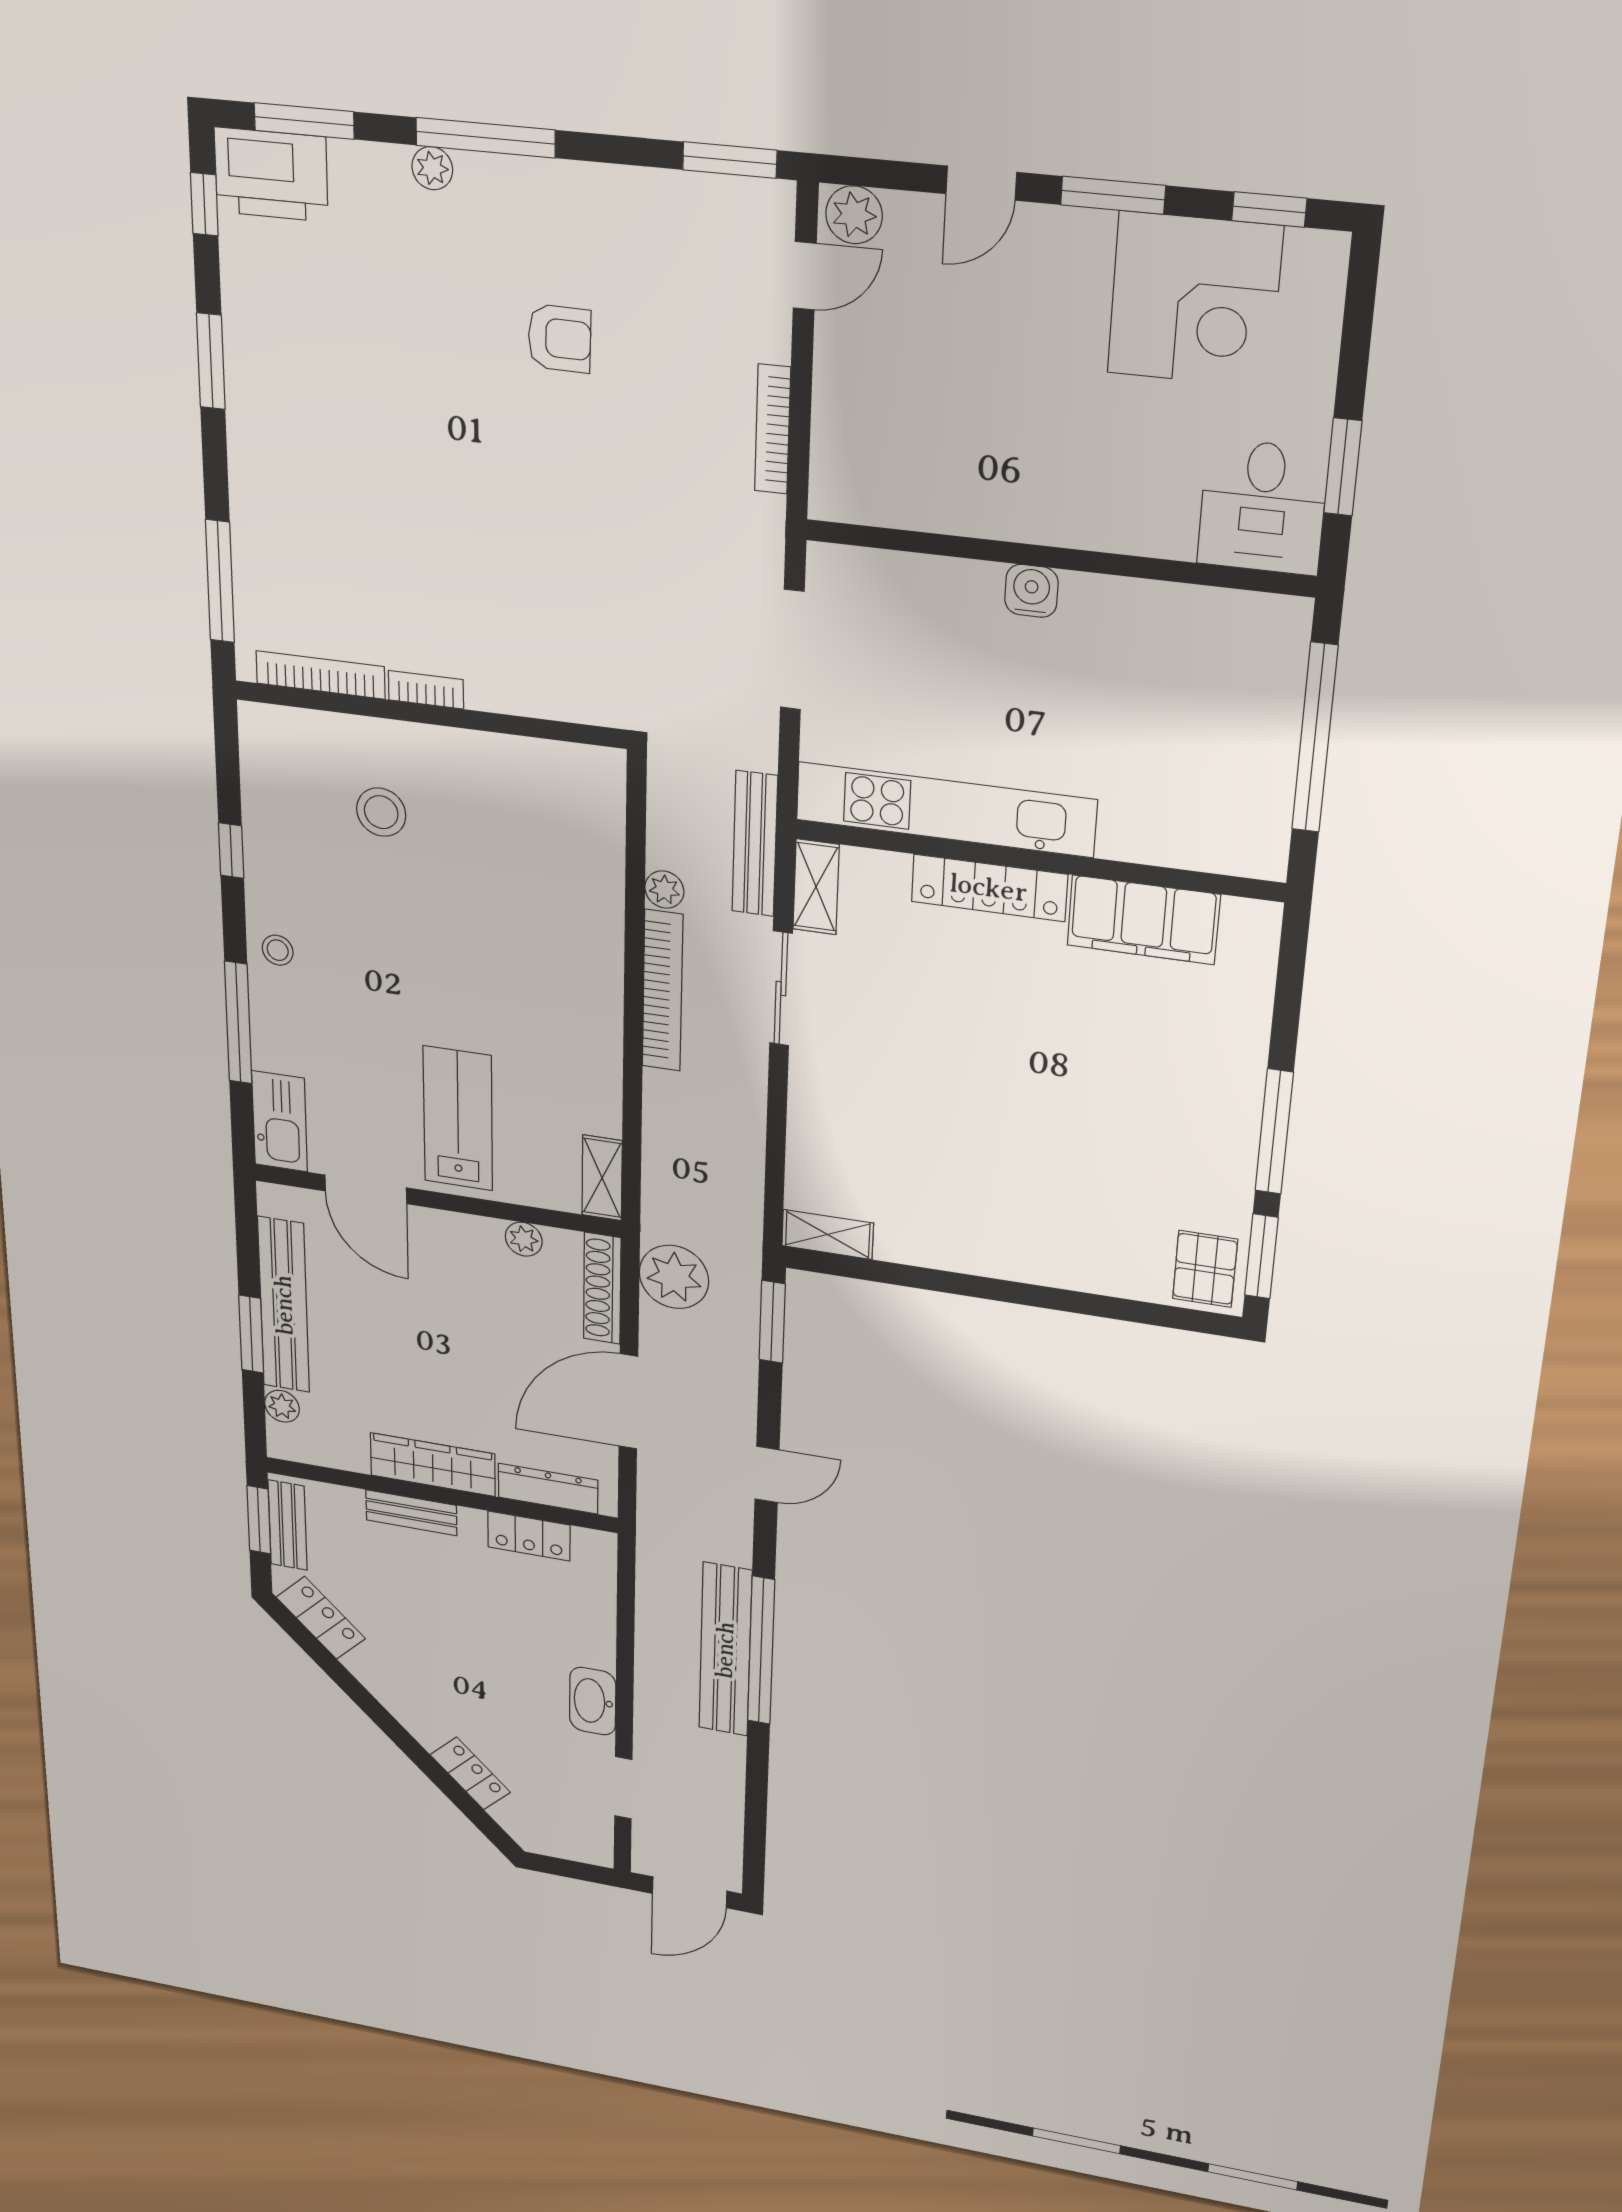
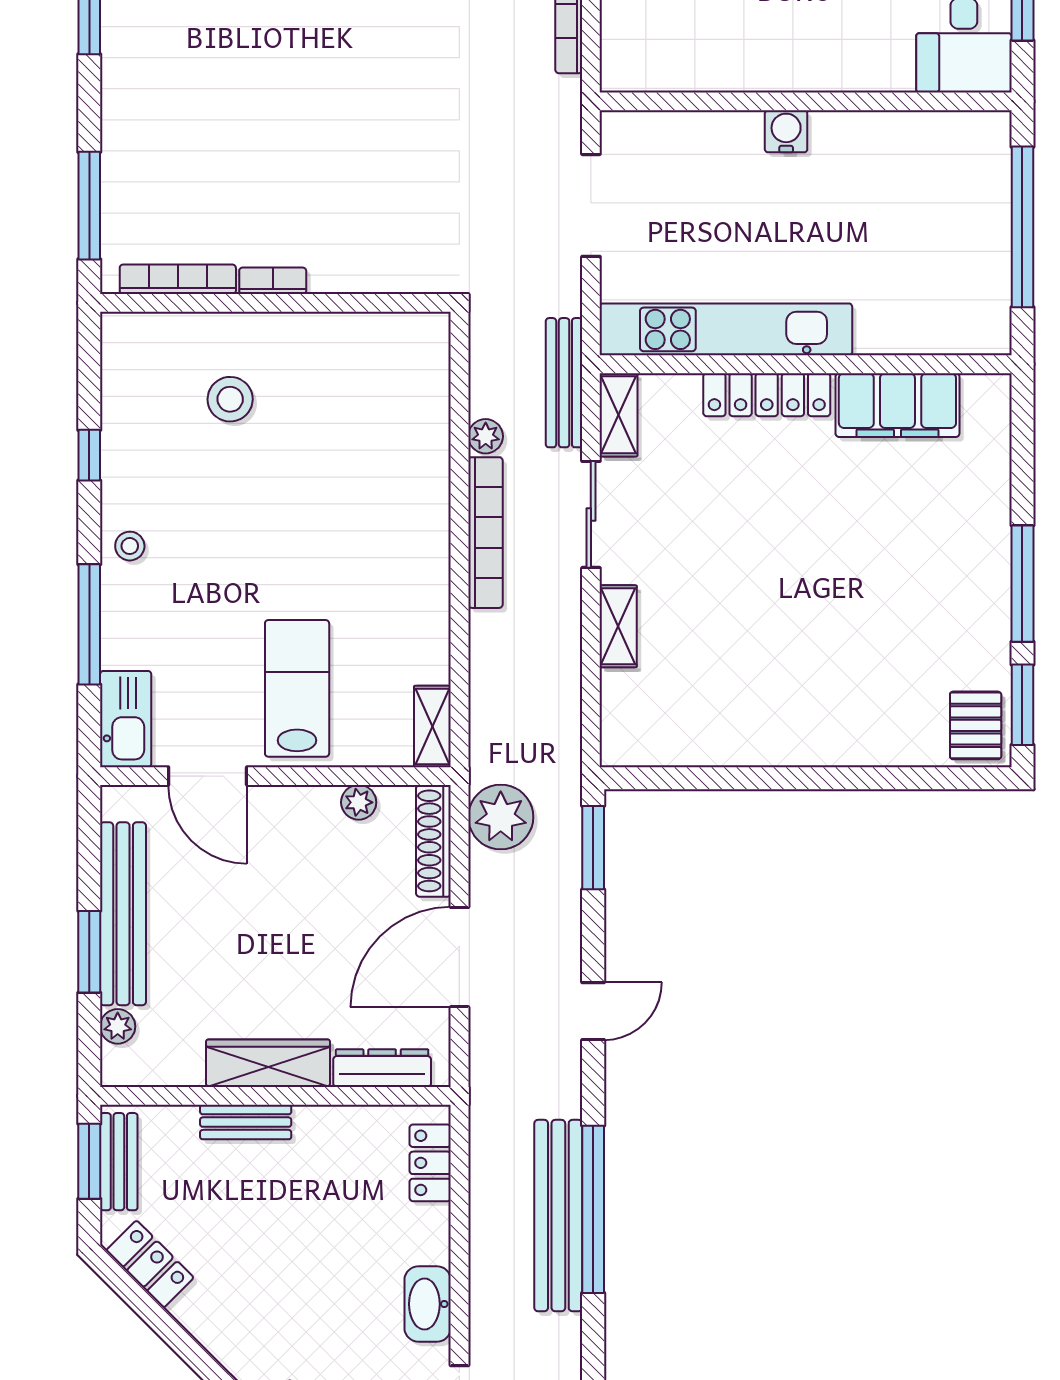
shelving: (828, 1234) -> (618, 626), moved, turned 90
locker: (529, 1536) -> (430, 1163), moved, turned 90

